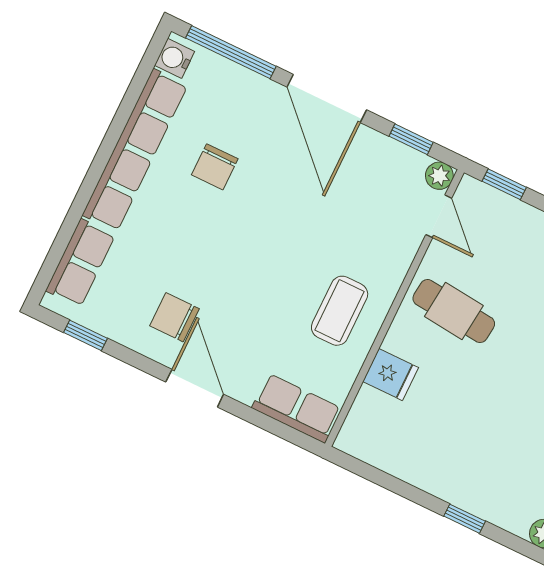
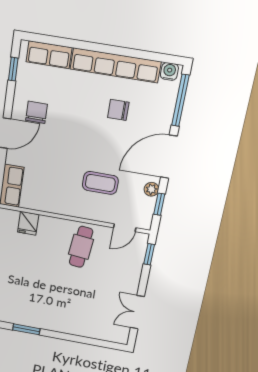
plant: (439, 176) -> (151, 189), moved
coffee table: (340, 311) -> (100, 183), moved
fridge: (391, 375) -> (28, 223), moved

